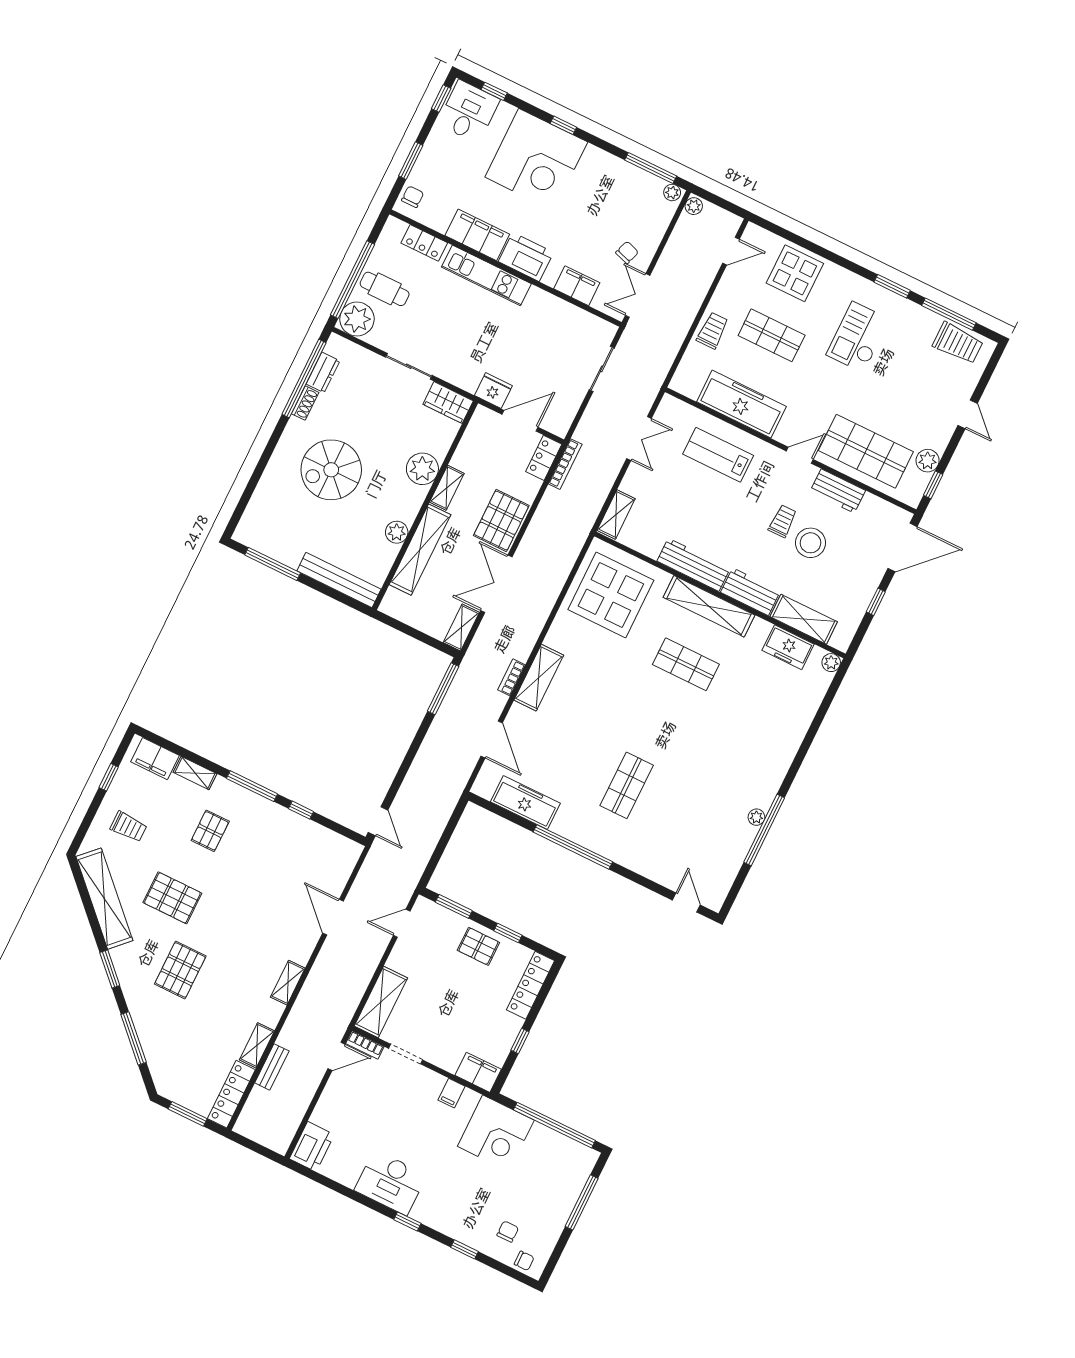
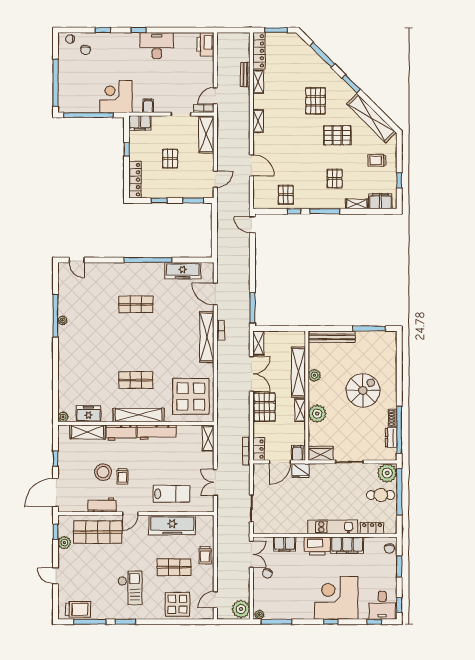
plant: (694, 206) -> (241, 609), width x1.88, depth x1.88
trolley: (958, 343) -> (78, 609), turned 180
filing cabinet: (485, 421) -> (297, 453), added
shelving: (539, 678) -> (207, 337), width x1.47
shop shelf: (627, 785) -> (136, 304), turned 90
pallet: (301, 843) -> (286, 195), added
pallet: (478, 946) -> (170, 159), moved, turned 90
window: (582, 1202) -> (55, 83), width x1.46

